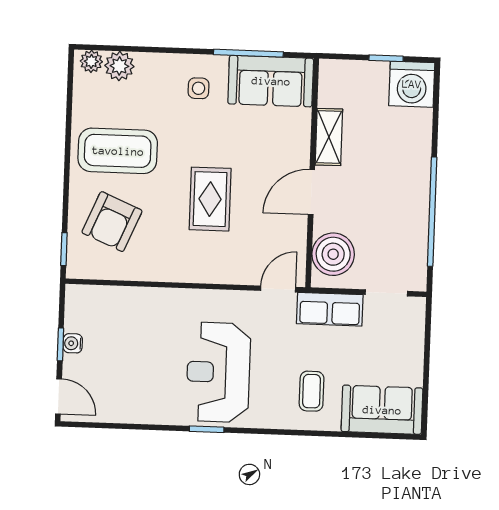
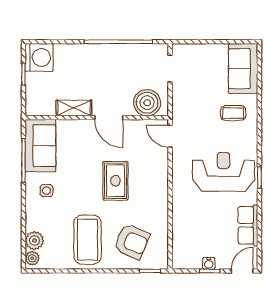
rug: (210, 199) -> (115, 181), turned 90
row of seats: (330, 309) -> (248, 225), moved, turned 180
reception desk: (218, 372) -> (223, 172), turned 180

